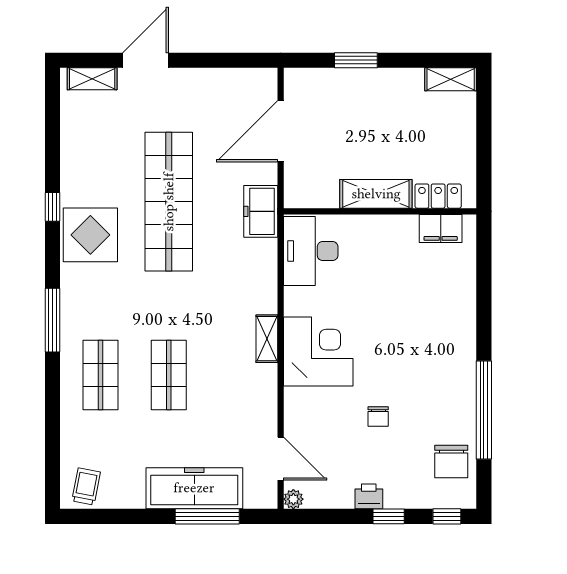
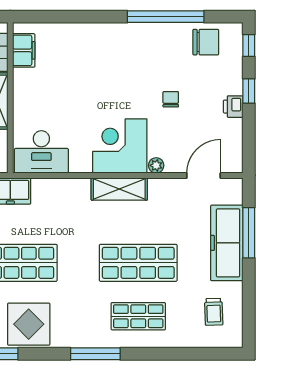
shelving: (267, 339) -> (119, 189), width x1.50, depth x1.33
shop shelf: (169, 375) -> (138, 263), width x1.43, depth x1.36
chair: (378, 417) -> (171, 99), turned -90
trolley: (86, 486) -> (214, 312), moved, turned -103
plant: (293, 499) -> (156, 165), moved

